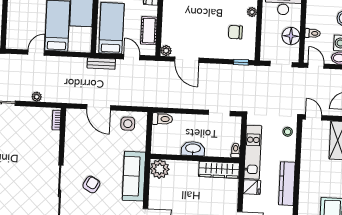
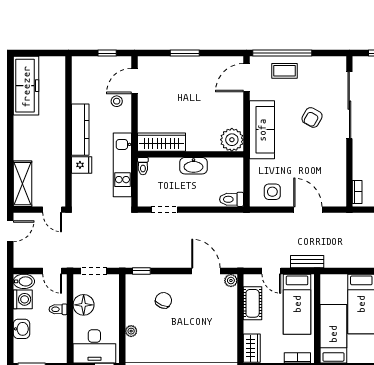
chair: (235, 32) -> (163, 300), moved, turned -68
stool: (288, 132) -> (117, 101), moved
fridge: (252, 187) -> (82, 165), moved, turned 180

